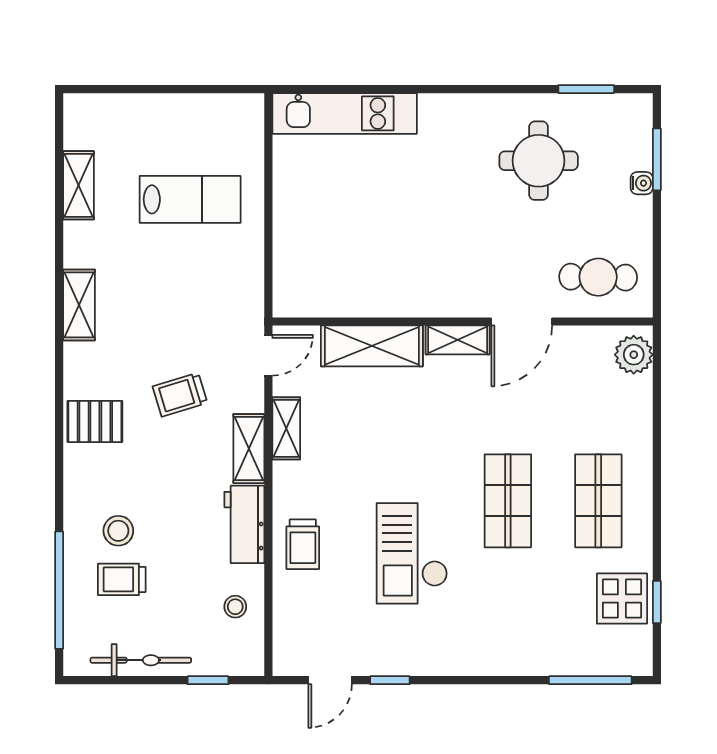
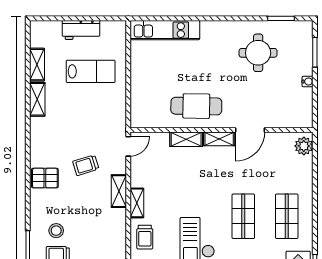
water cooler: (642, 183) -> (308, 82), moved
cafe table: (598, 277) -> (196, 106), moved, width x1.37, depth x1.35
shelving: (79, 305) -> (37, 99), moved
shelving: (372, 346) -> (186, 139), width x0.67, depth x0.75
shelving: (286, 428) -> (137, 203), moved
workbench: (244, 524) -> (81, 30), moved, turned -90

